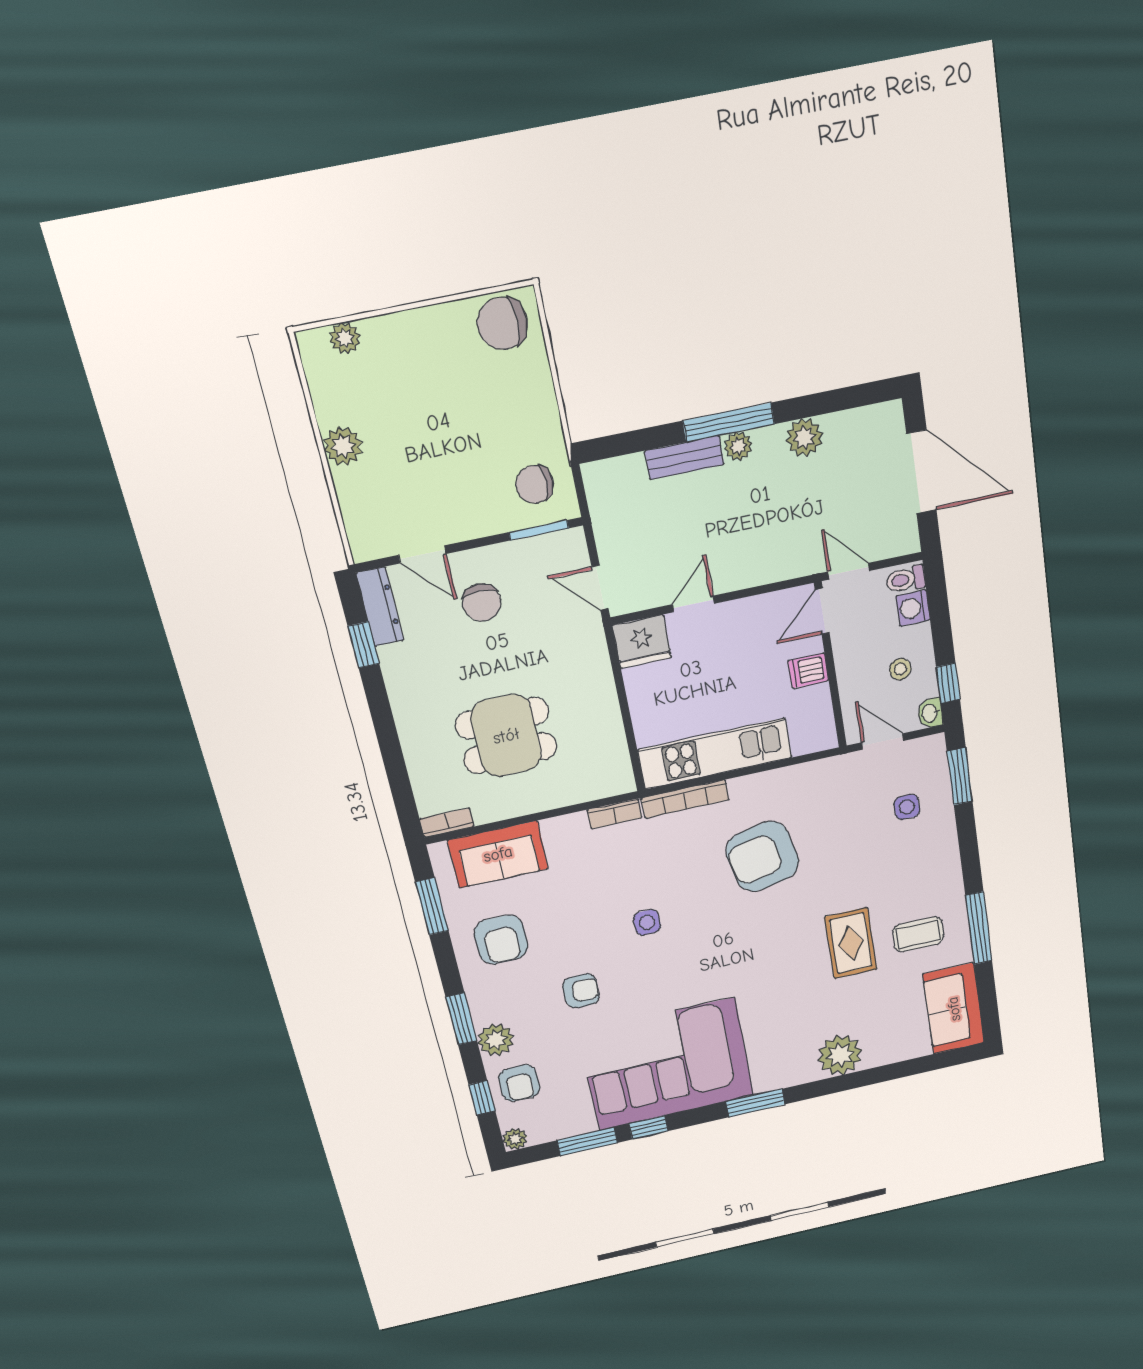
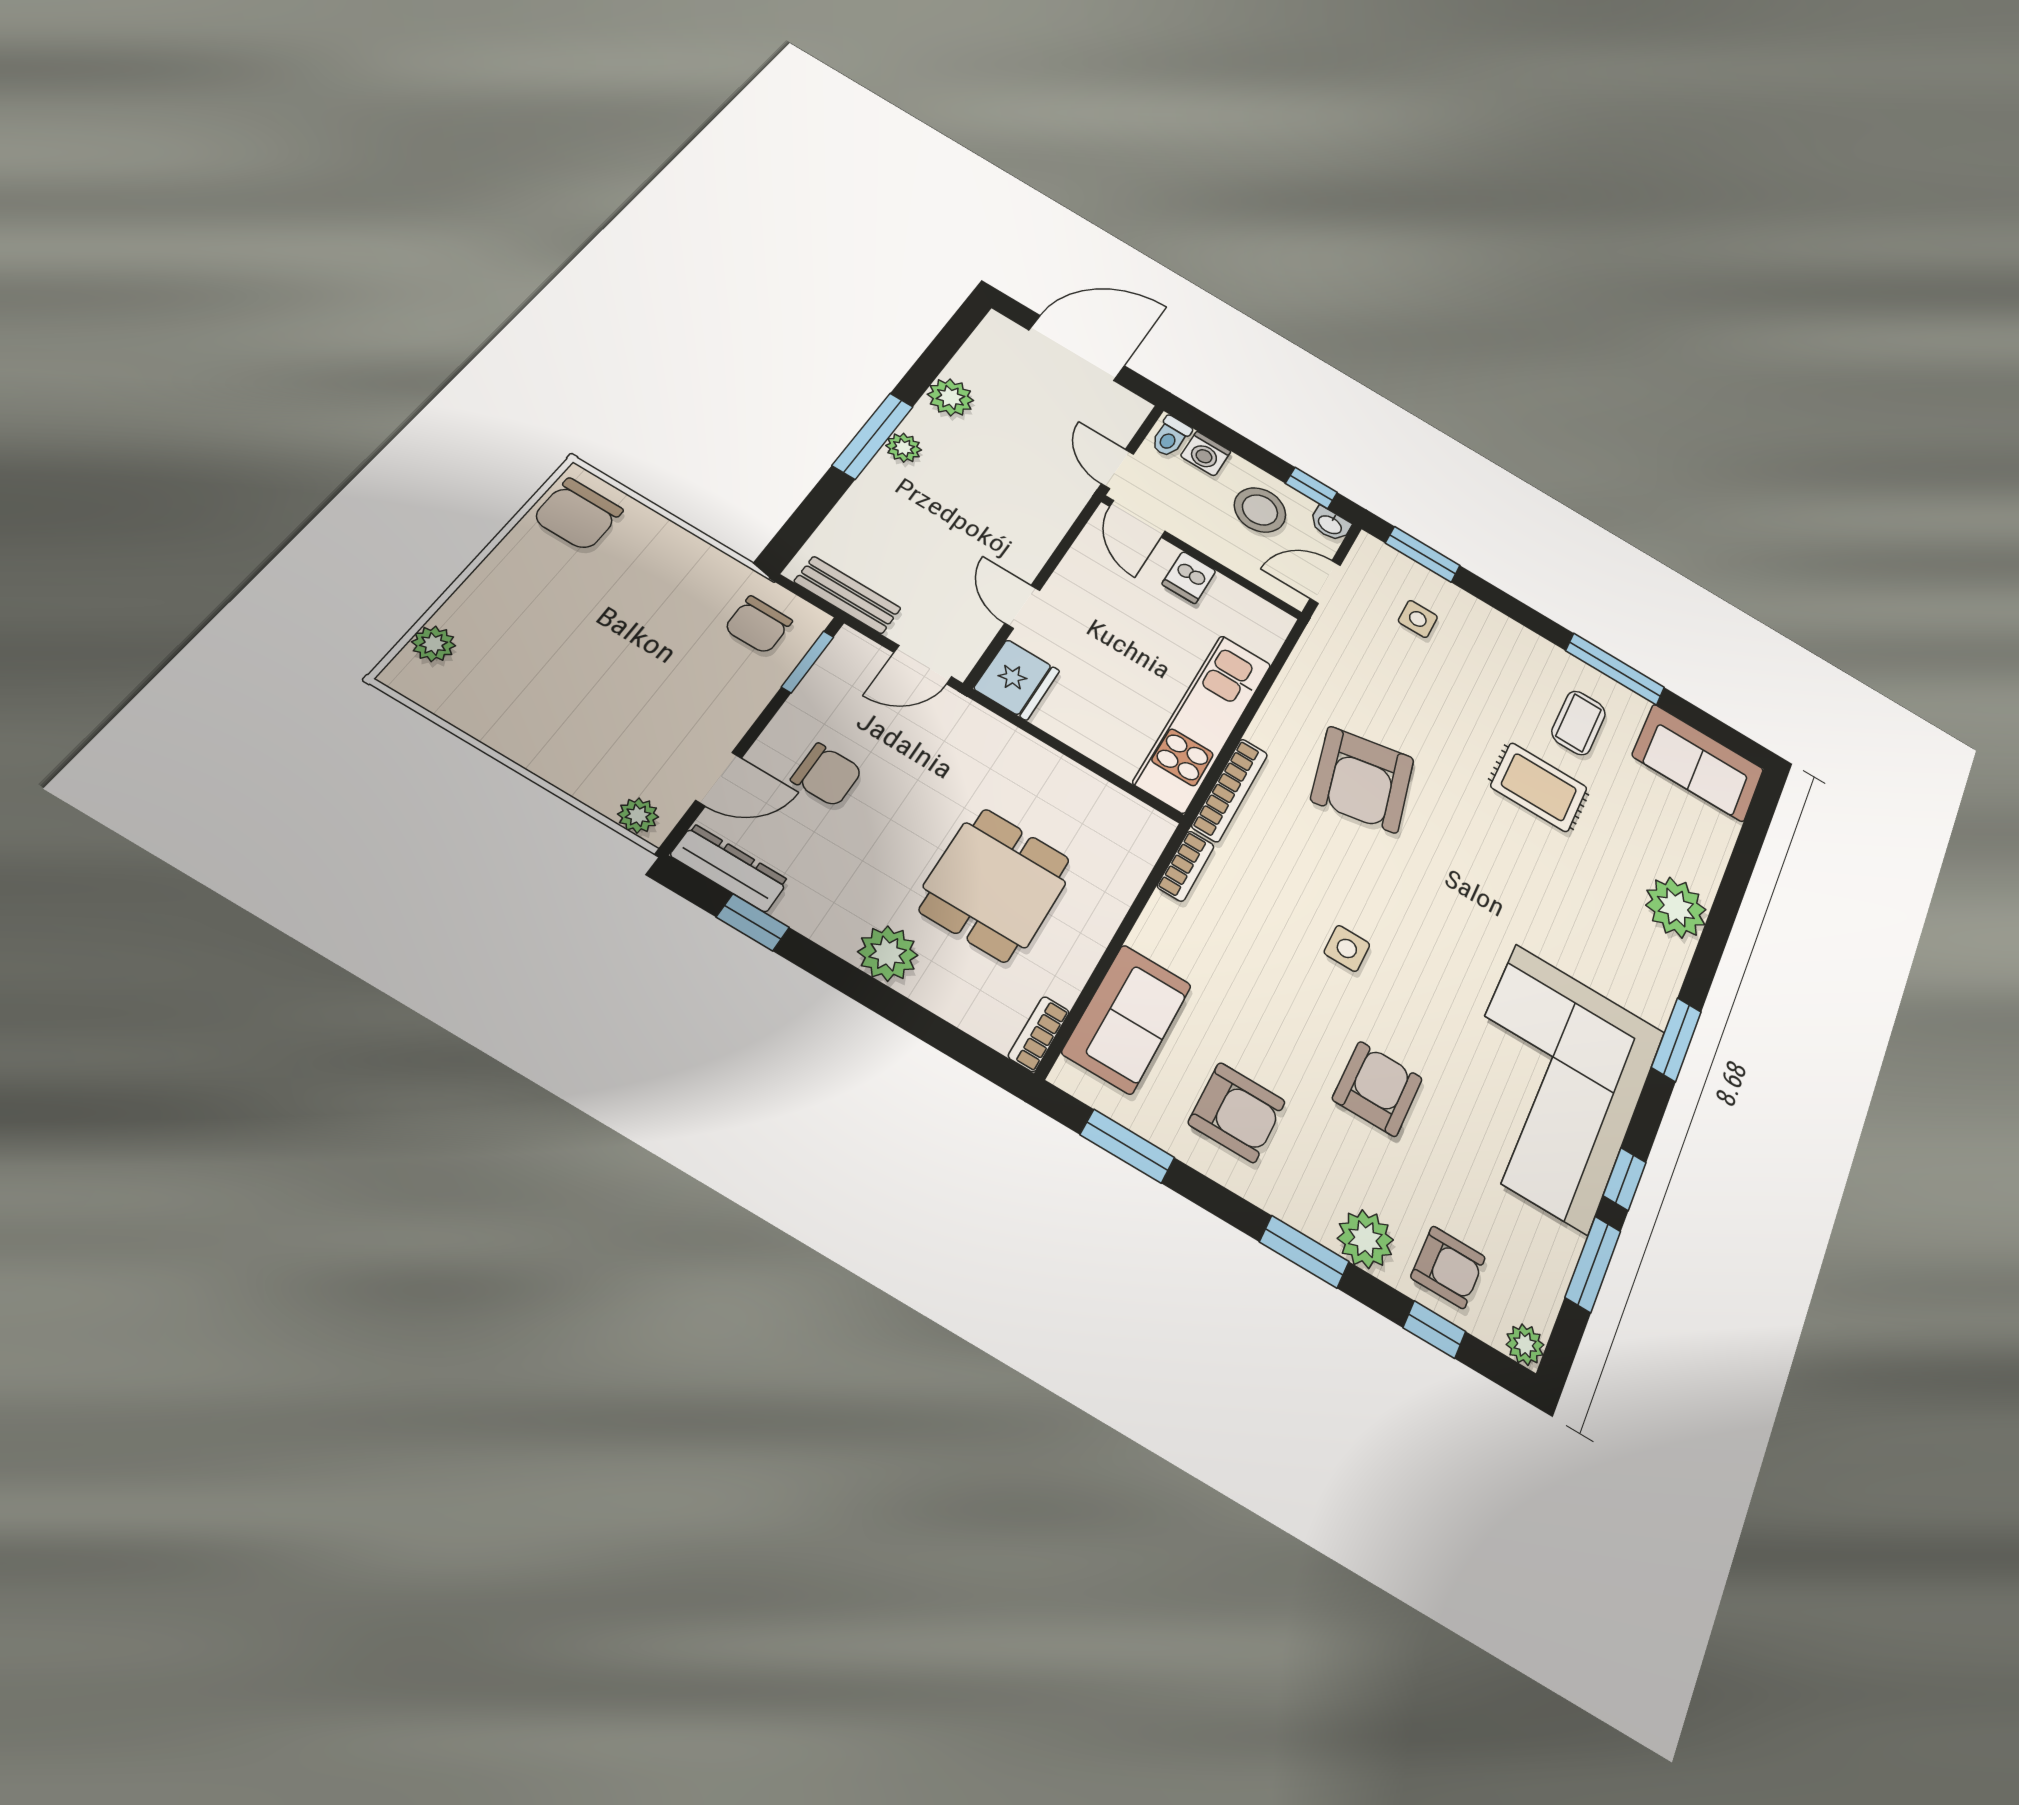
plant: (343, 446) -> (638, 815), moved, width x0.73, depth x0.73
bench: (684, 458) -> (847, 595), moved, turned 90
door: (849, 571) -> (1117, 469), hinge flipped
stool: (900, 669) -> (1260, 510), width x1.89, depth x1.89
plant: (415, 720) -> (888, 954), added
armchair: (581, 991) -> (1377, 1089), width x1.38, depth x1.38

